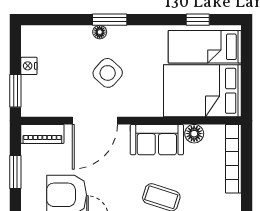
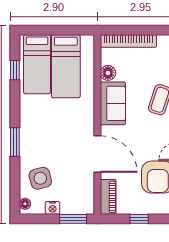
floor lamp: (100, 32) -> (25, 204), moved
side table: (108, 73) -> (40, 178), moved, turned 33
bed: (202, 91) -> (66, 66), width x0.67
window: (15, 172) -> (139, 219), width x0.67

